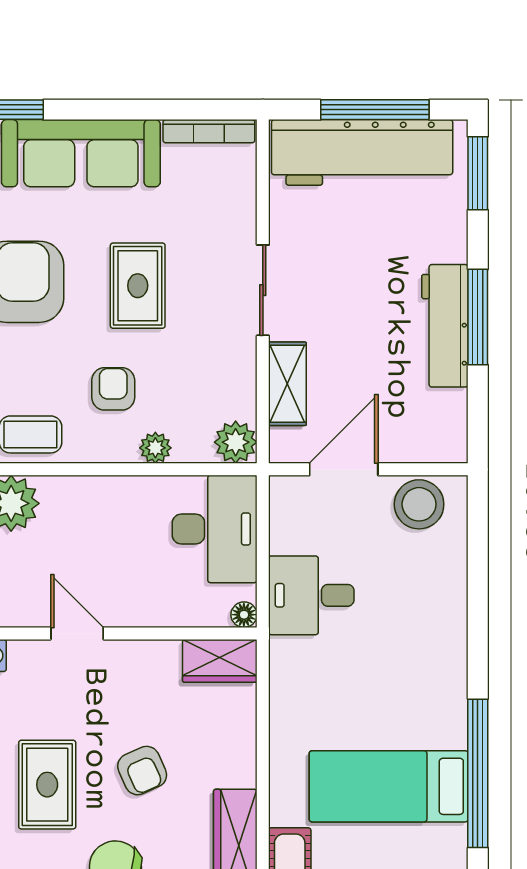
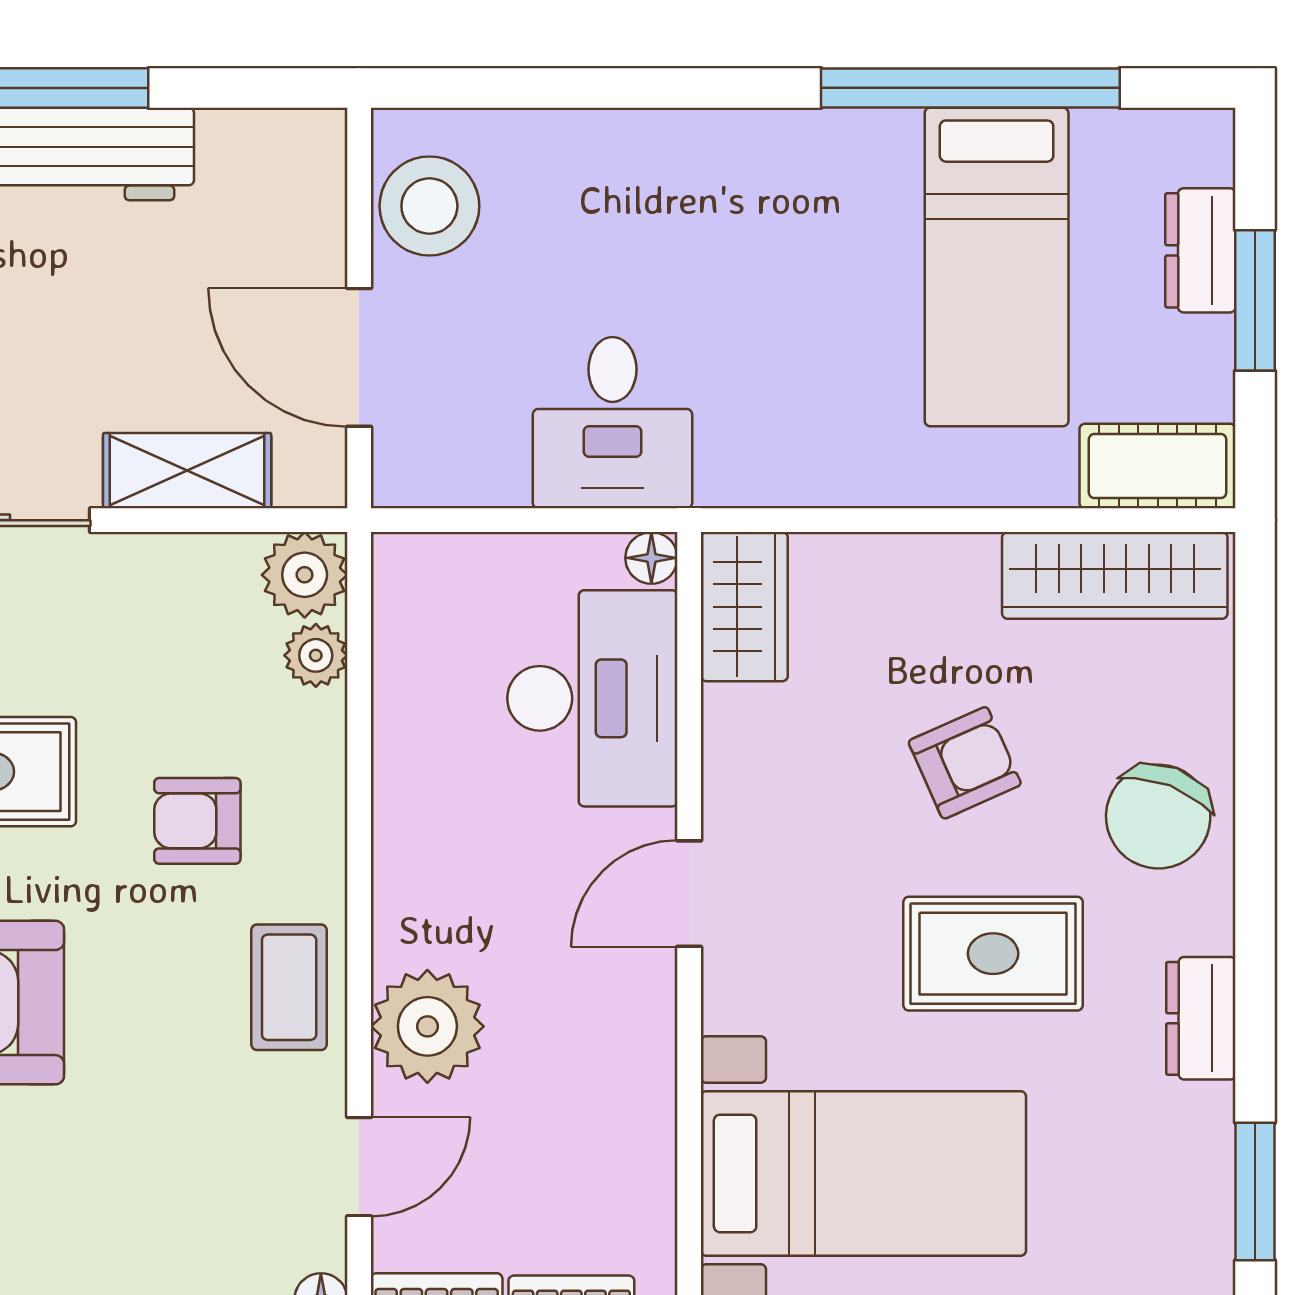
plant: (155, 448) -> (316, 655), moved
desk: (215, 529) -> (592, 698), moved, turned 90

